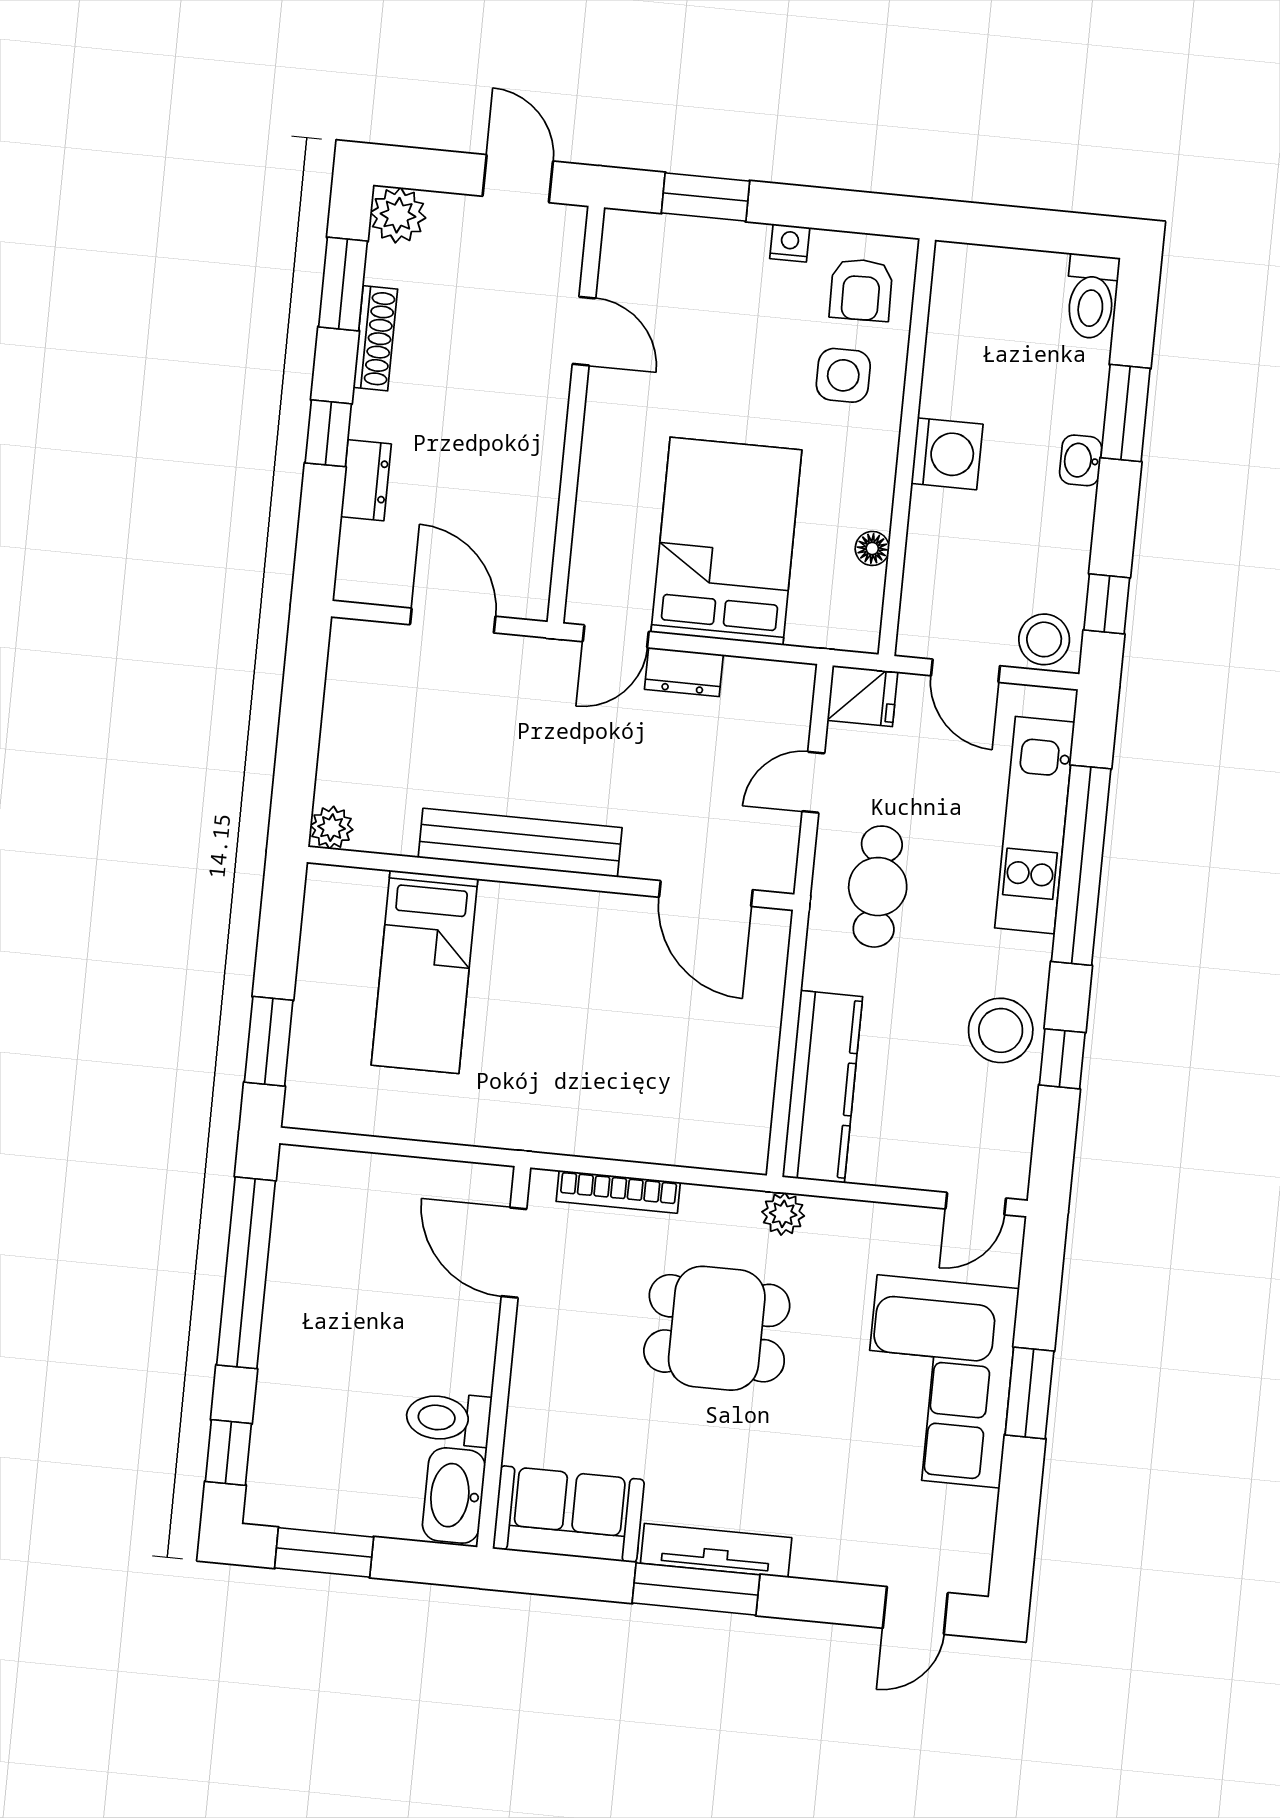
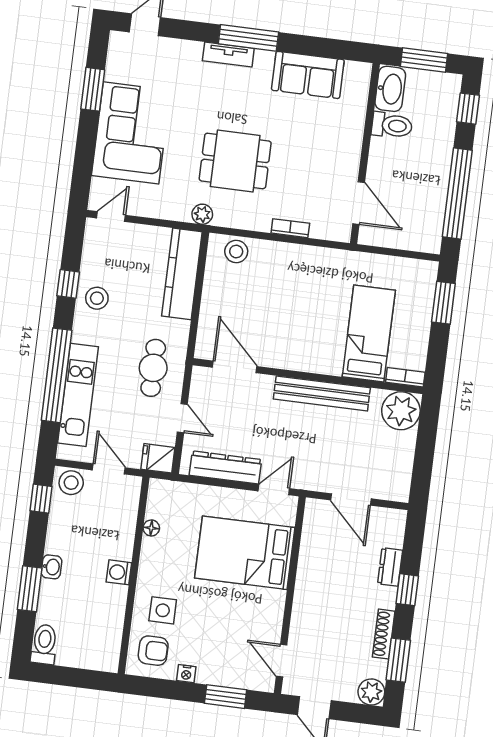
armchair: (861, 290) -> (153, 651), turned 91
door: (584, 331) -> (282, 661), moved
washing machine: (947, 454) -> (119, 572), width x0.73, depth x0.73
bed: (726, 541) -> (245, 553), moved, turned 90
dresser: (684, 672) -> (225, 467), width x1.96, depth x1.24
door: (813, 782) -> (182, 418), hinge flipped
plant: (332, 828) -> (401, 411), width x1.88, depth x1.88
bookcase: (345, 882) -> (405, 377), added
stool: (1001, 1030) -> (97, 298), width x0.73, depth x0.73
stool: (709, 1137) -> (236, 251), added
bookcase: (618, 1192) -> (290, 228), width x0.64
door: (514, 1253) -> (359, 203), moved
wall: (504, 1357) -> (365, 154), moved
window: (1029, 1393) -> (93, 89), moved
toilet: (448, 1419) -> (392, 125), moved
washbasin: (454, 1496) -> (390, 89), moved
tv unit: (716, 1550) -> (228, 55), width x0.71

